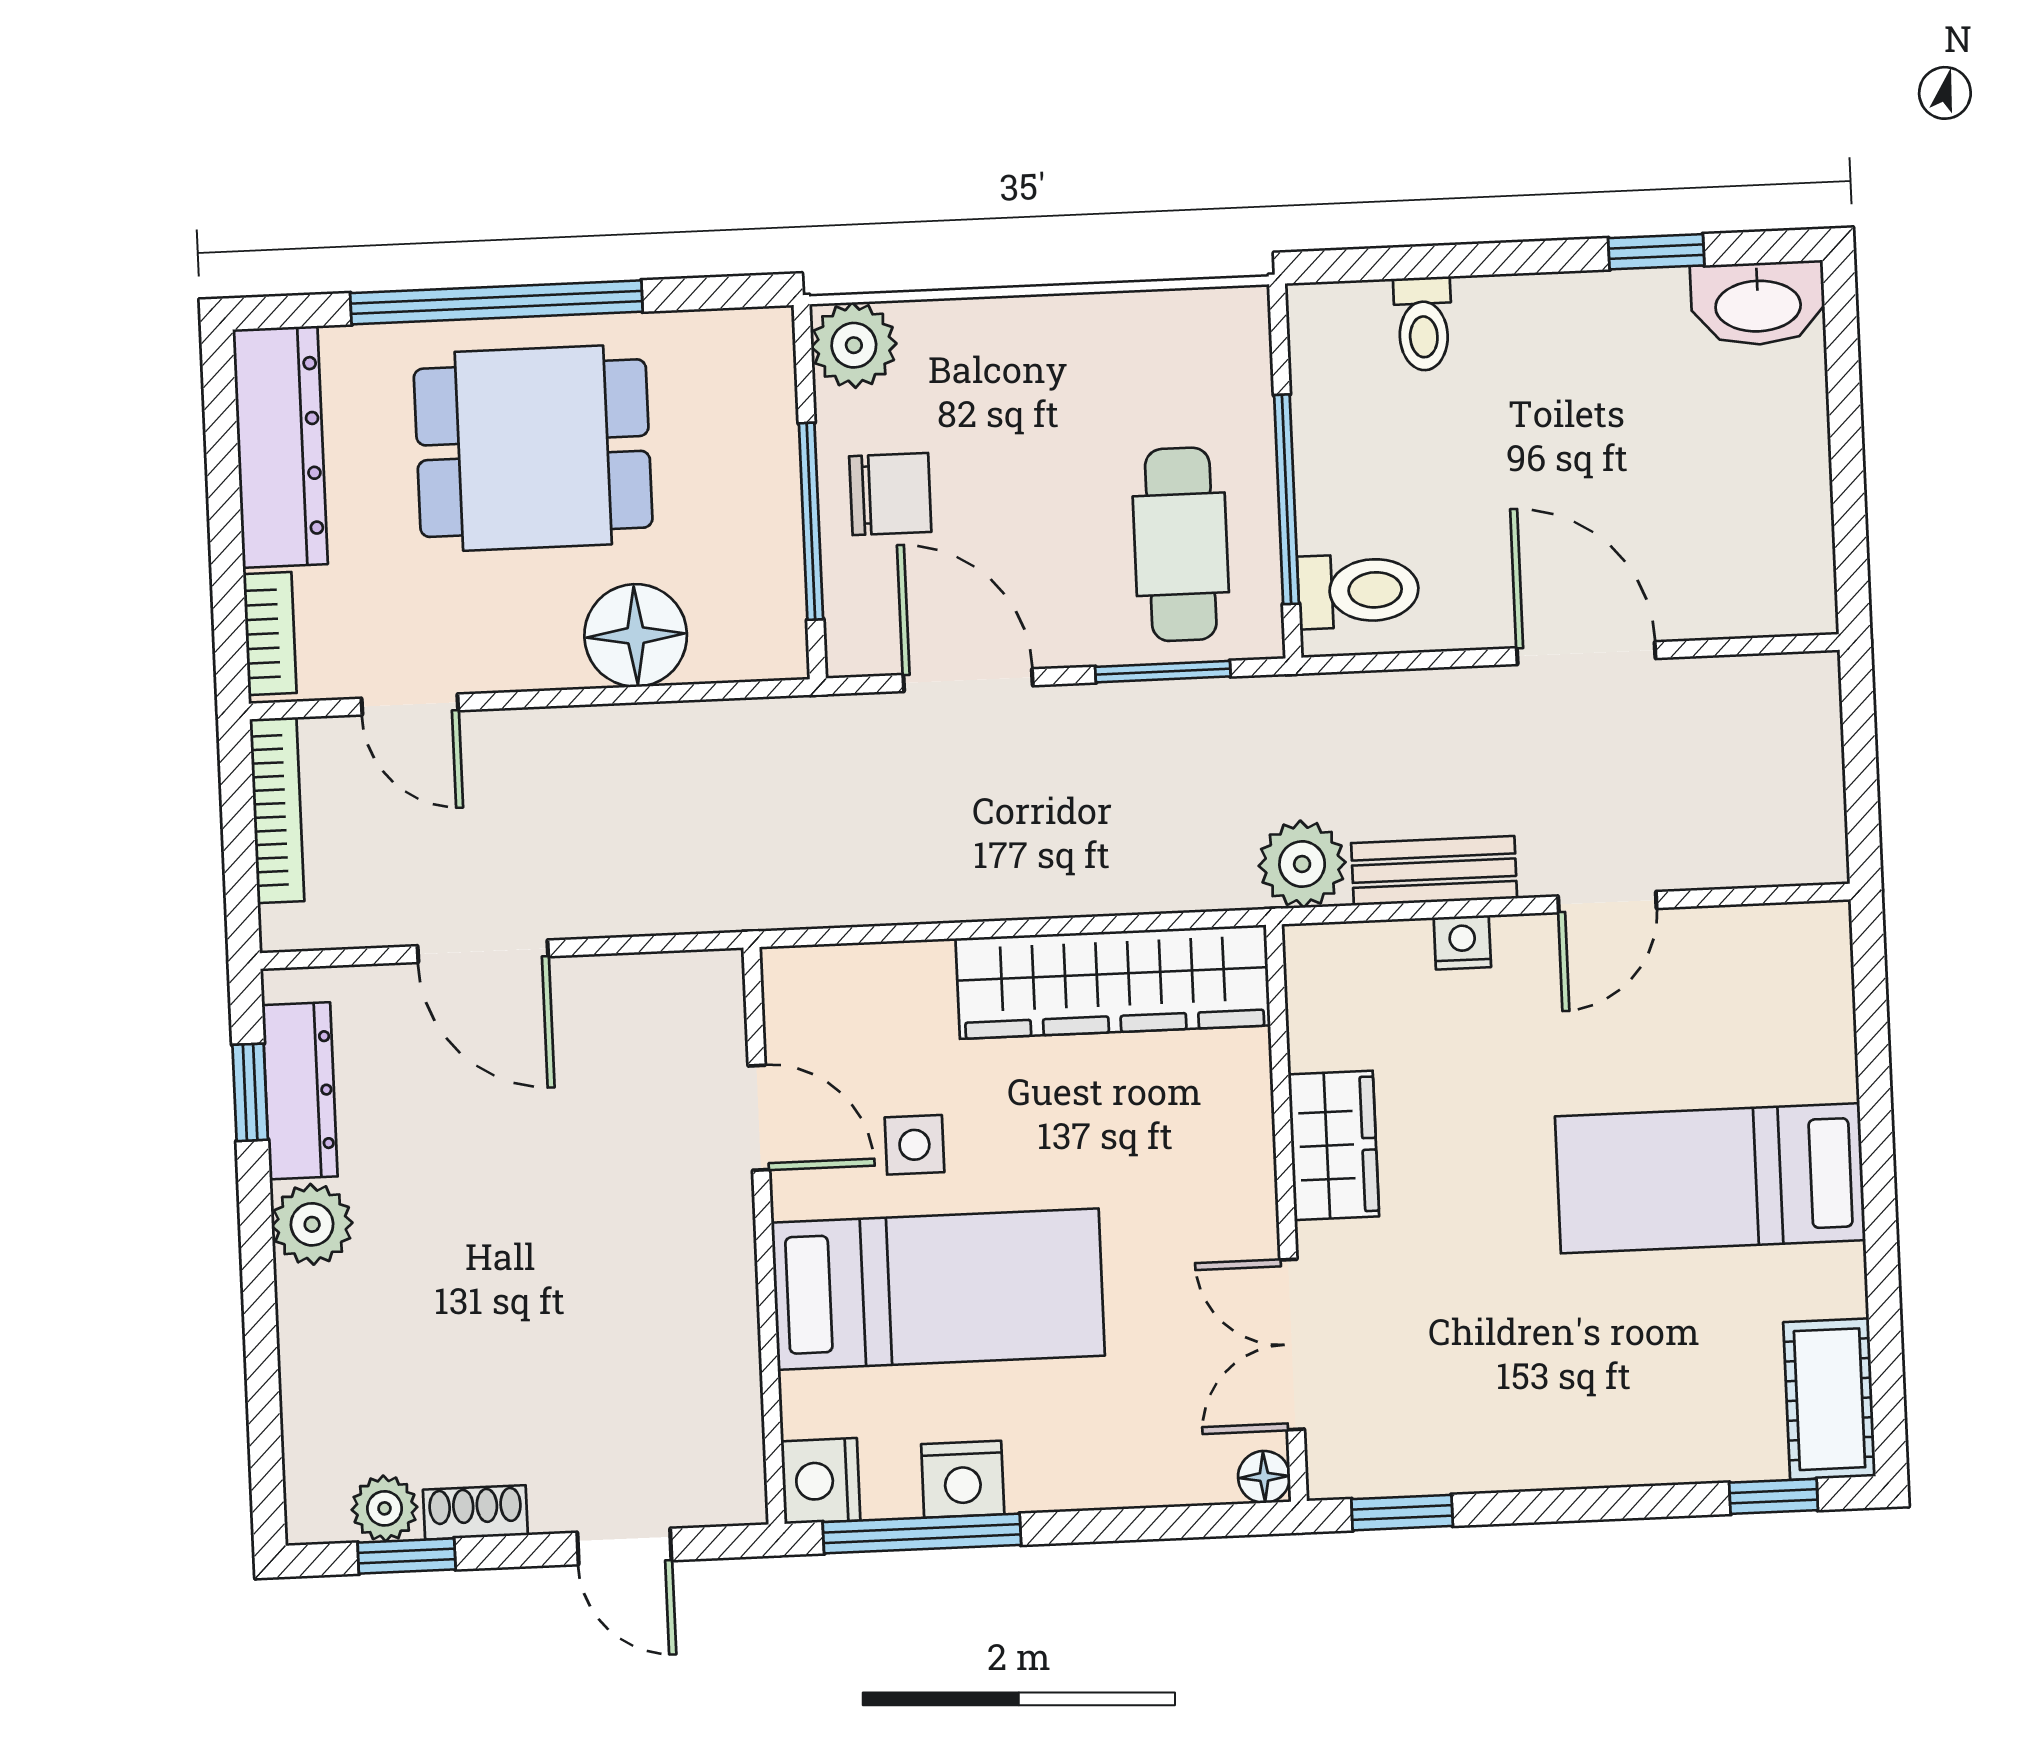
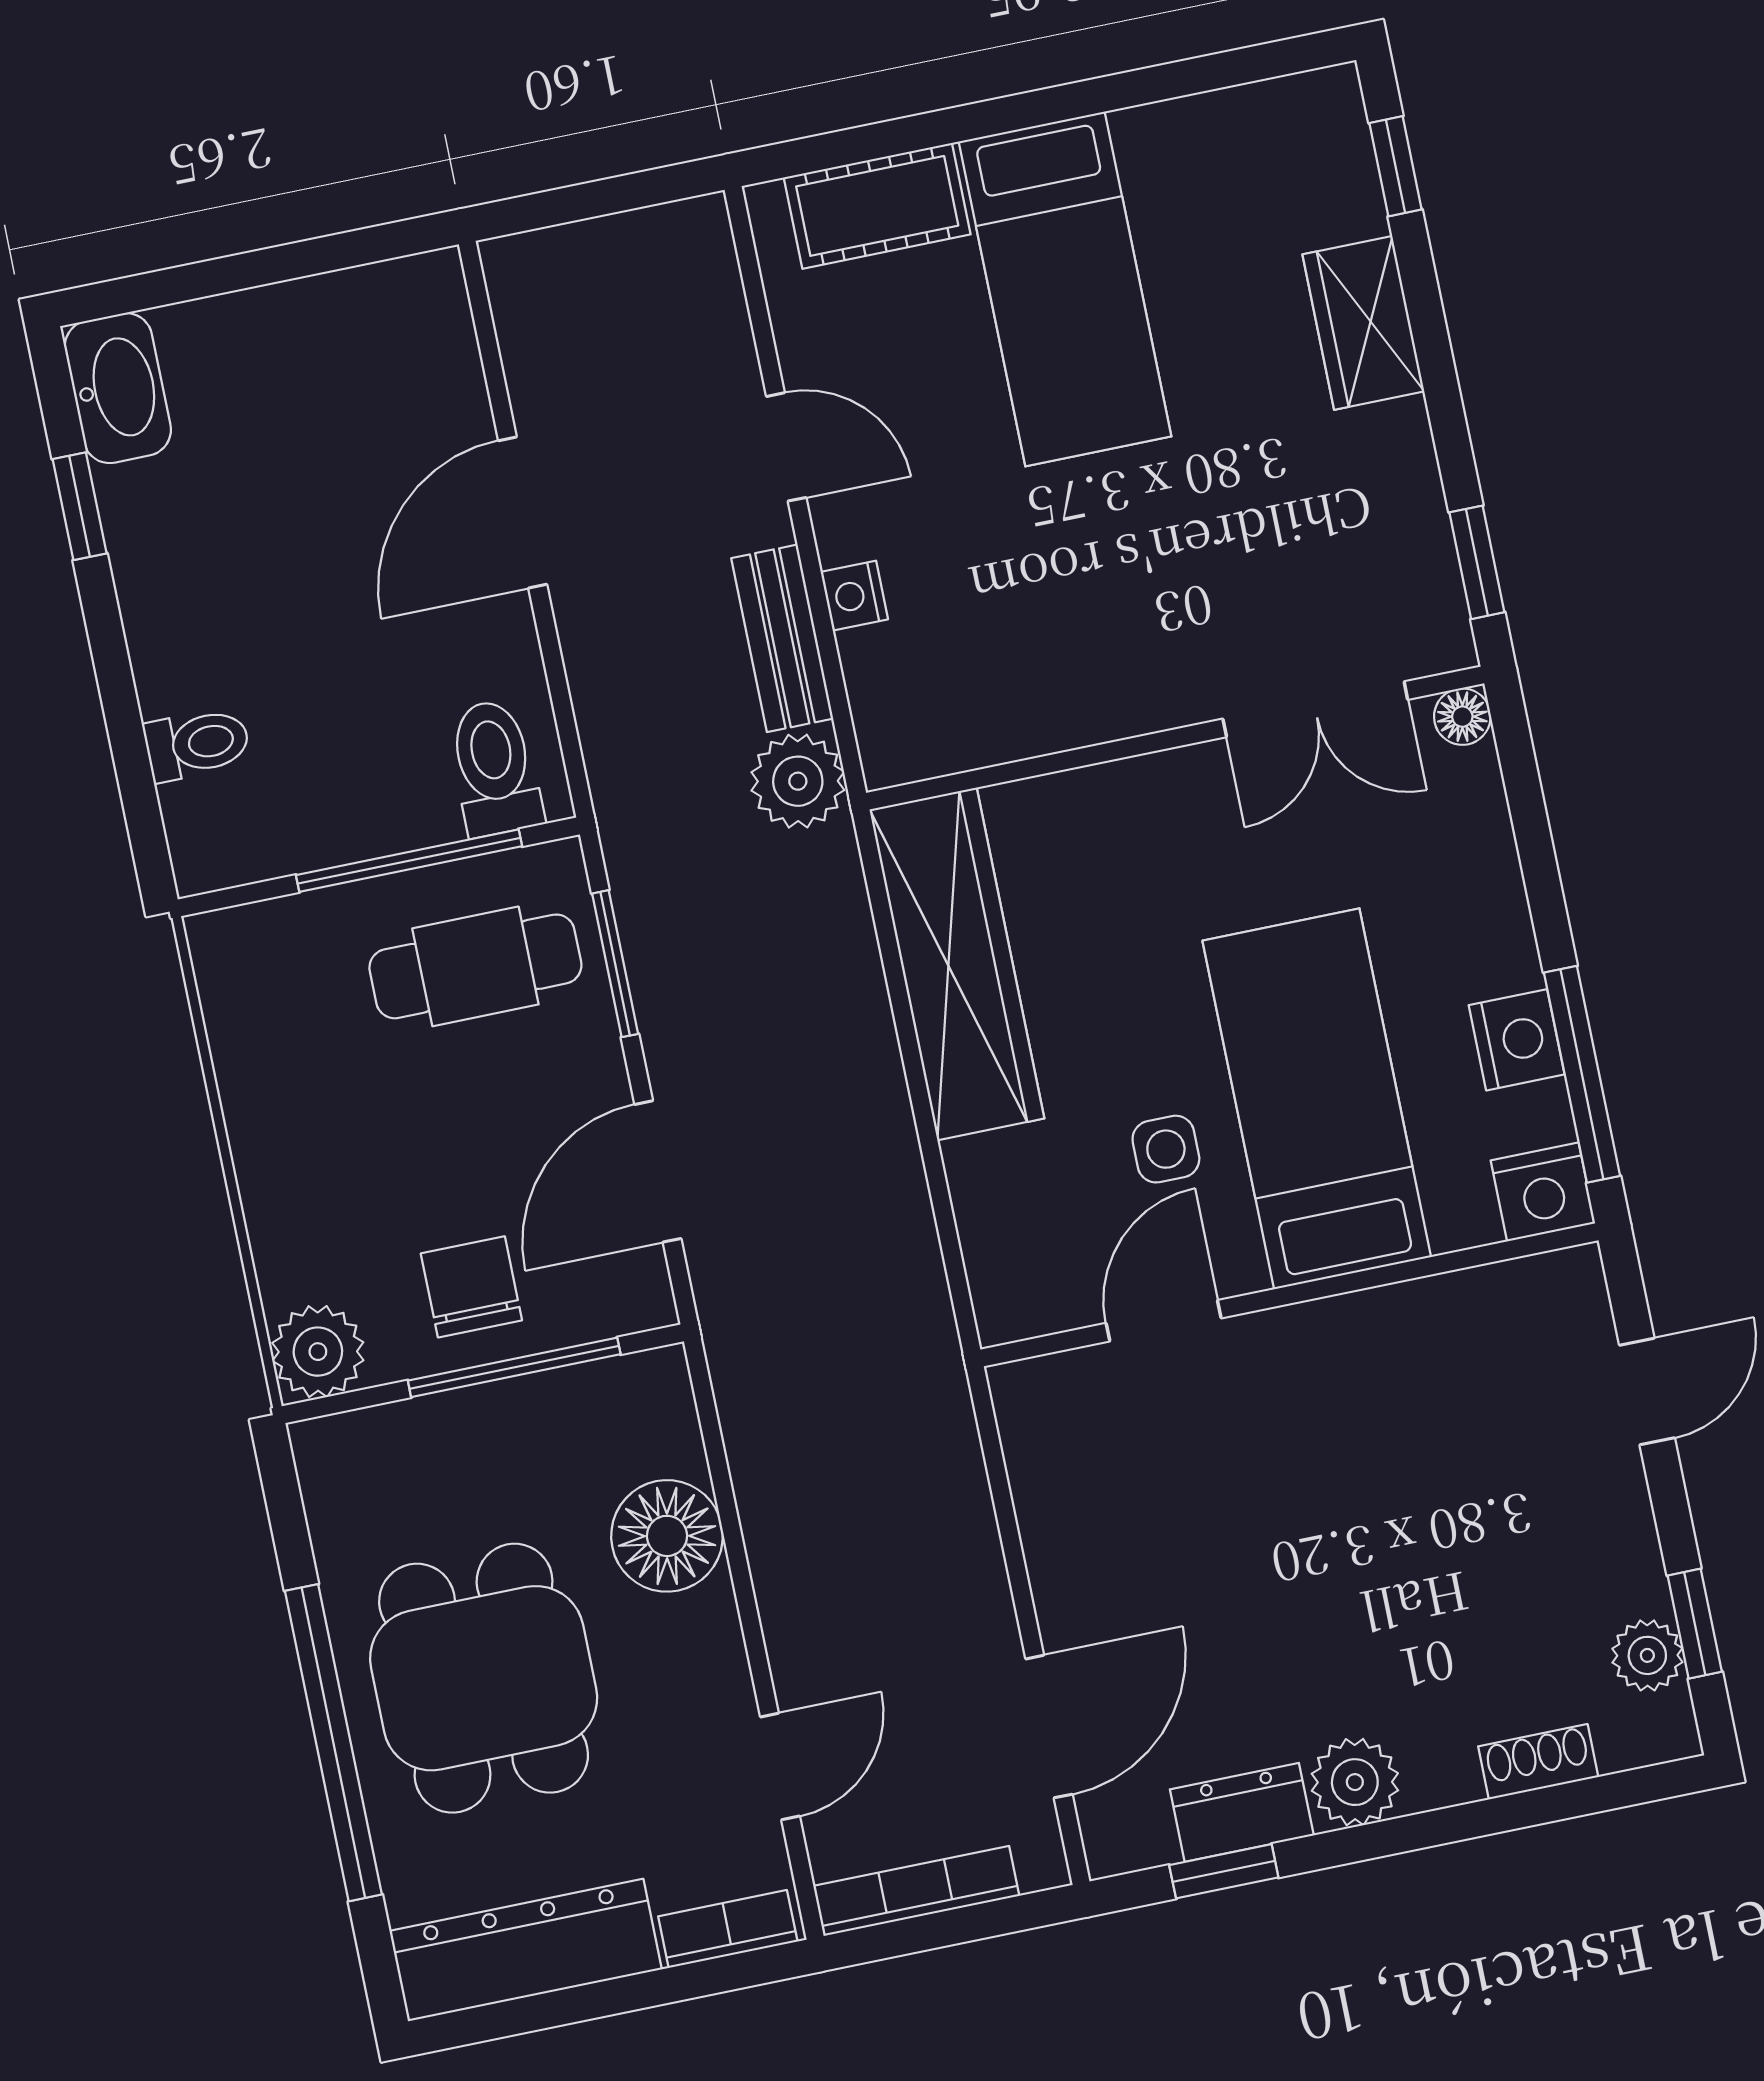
door: (483, 951) -> (1049, 1727), moved
dresser: (300, 1091) -> (1242, 1812), width x0.70
wardrobe: (1334, 1145) -> (1363, 323), moved, turned -90
cot: (1830, 1399) -> (877, 206), moved
shoe rack: (475, 1512) -> (1538, 1762), moved, turned 90

